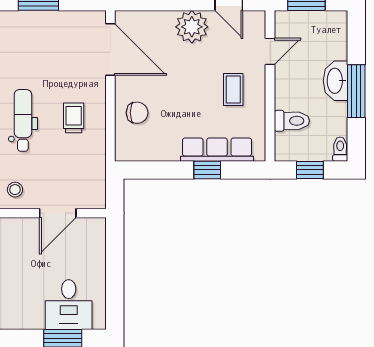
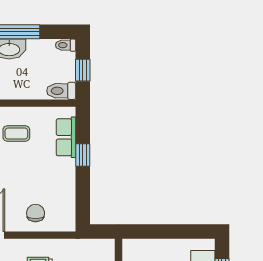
toilet: (292, 121) -> (61, 91), moved, turned -90
row of seats: (217, 150) -> (66, 137), width x0.68

